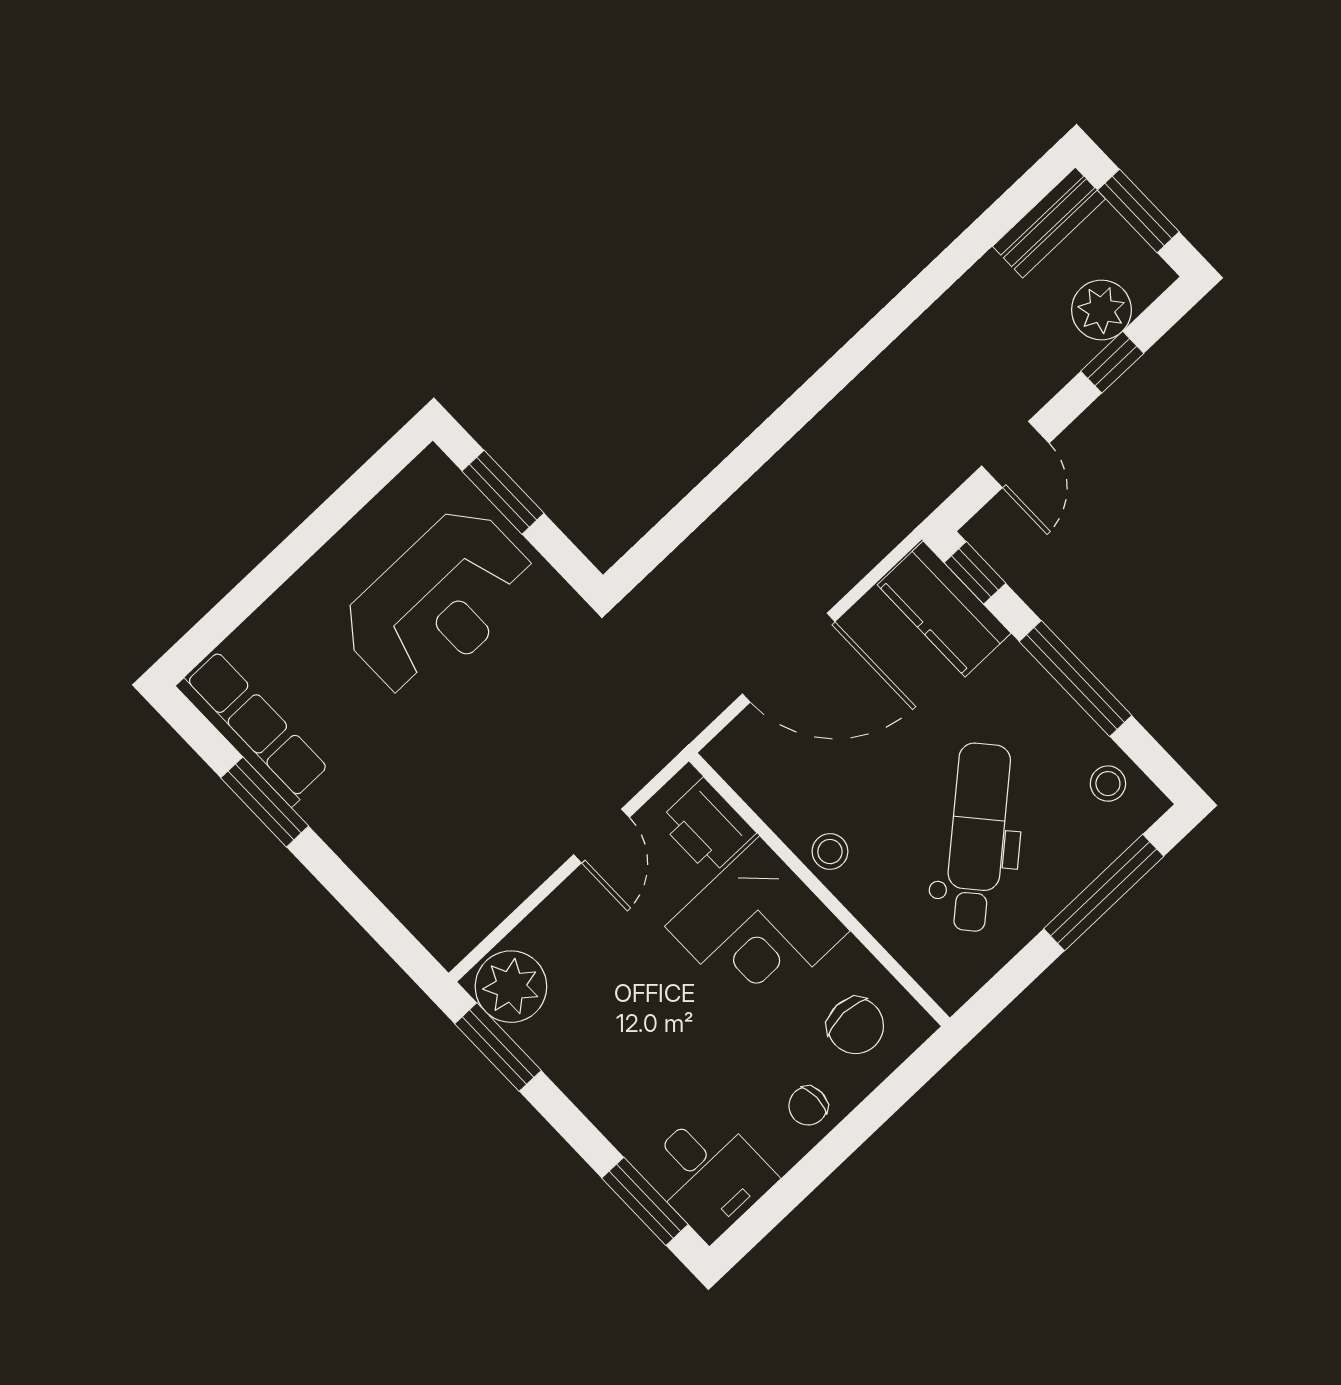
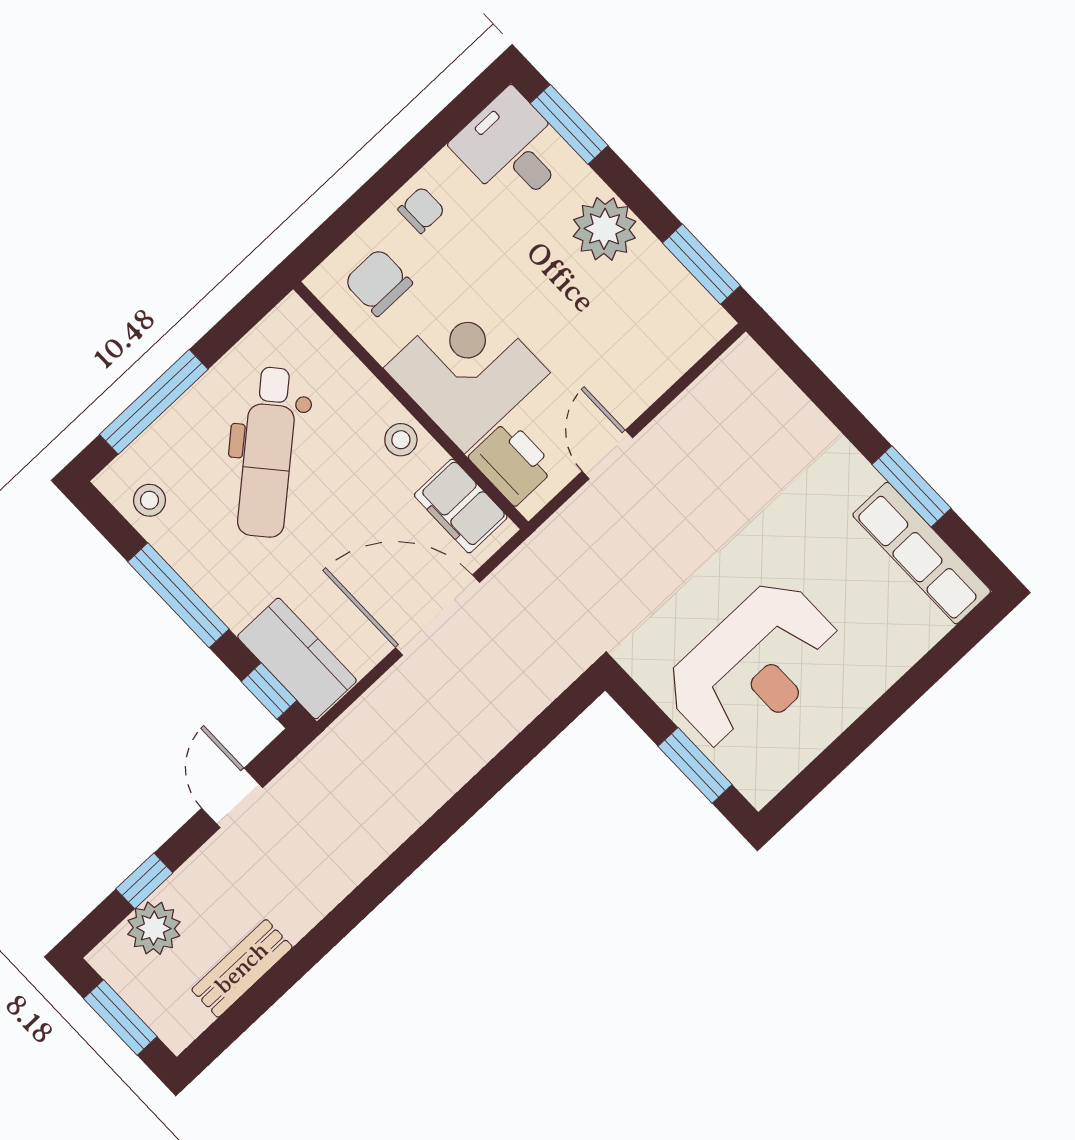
bench: (1049, 223) -> (242, 968), moved
reception desk: (439, 603) -> (753, 666), turned 180
filing cabinet: (763, 778) -> (461, 506), added
plant: (511, 987) -> (604, 229), moved

